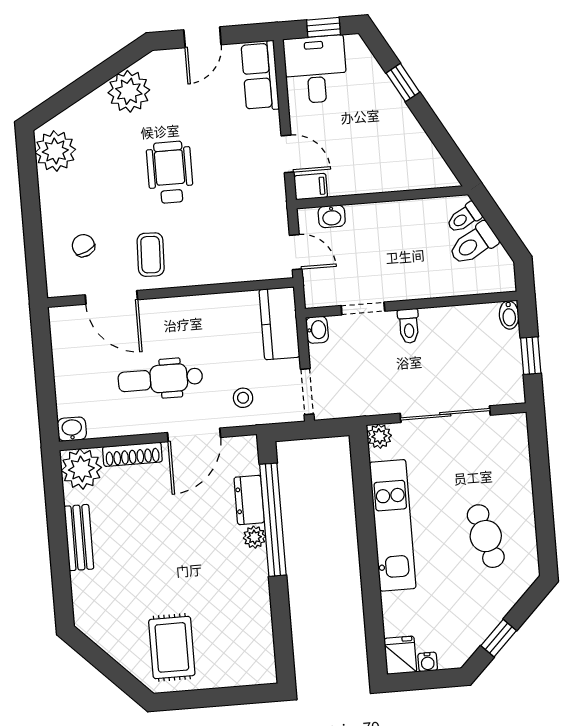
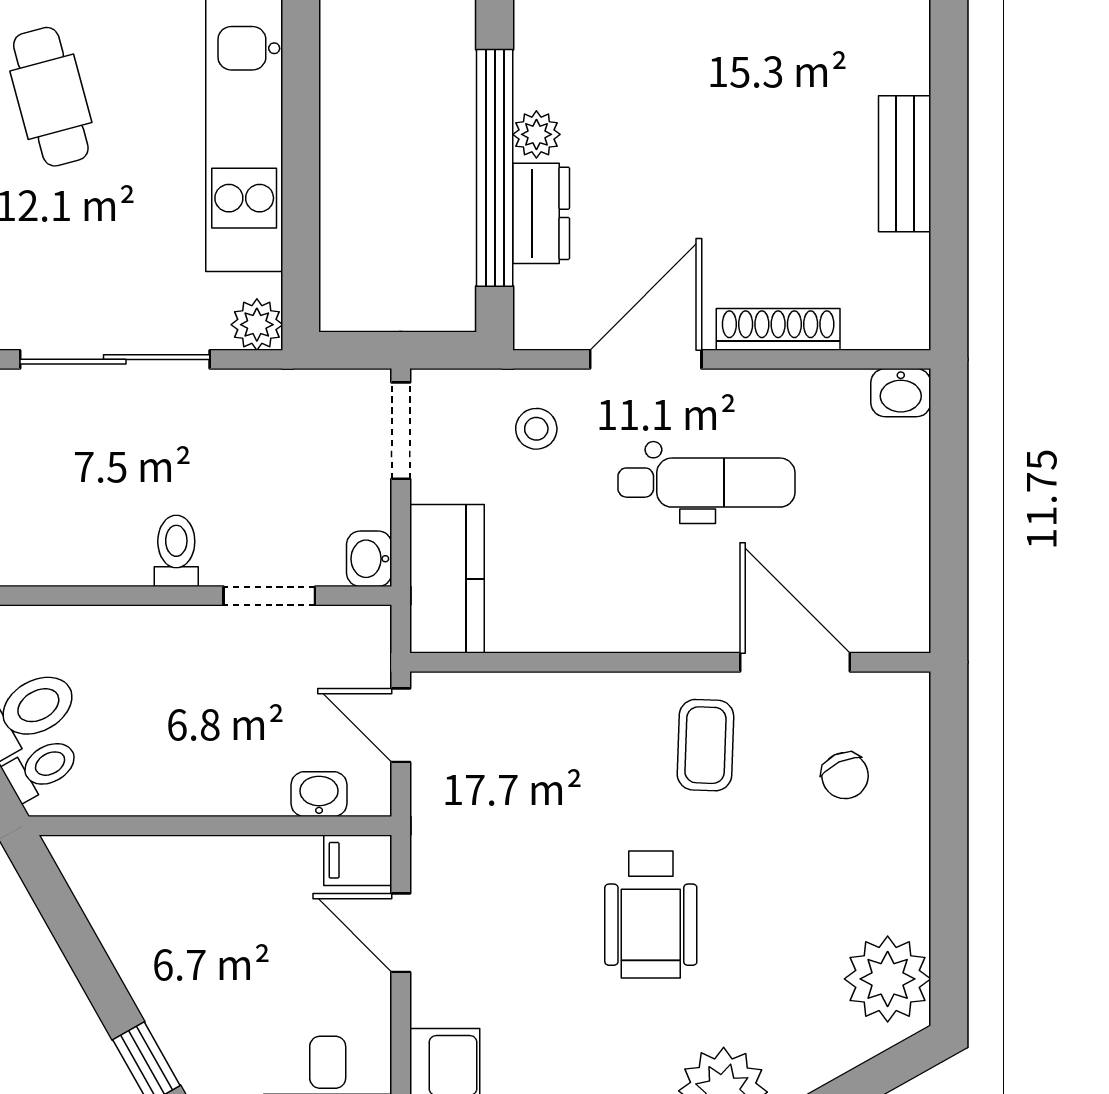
plant: (81, 469) -> (888, 307), removed

